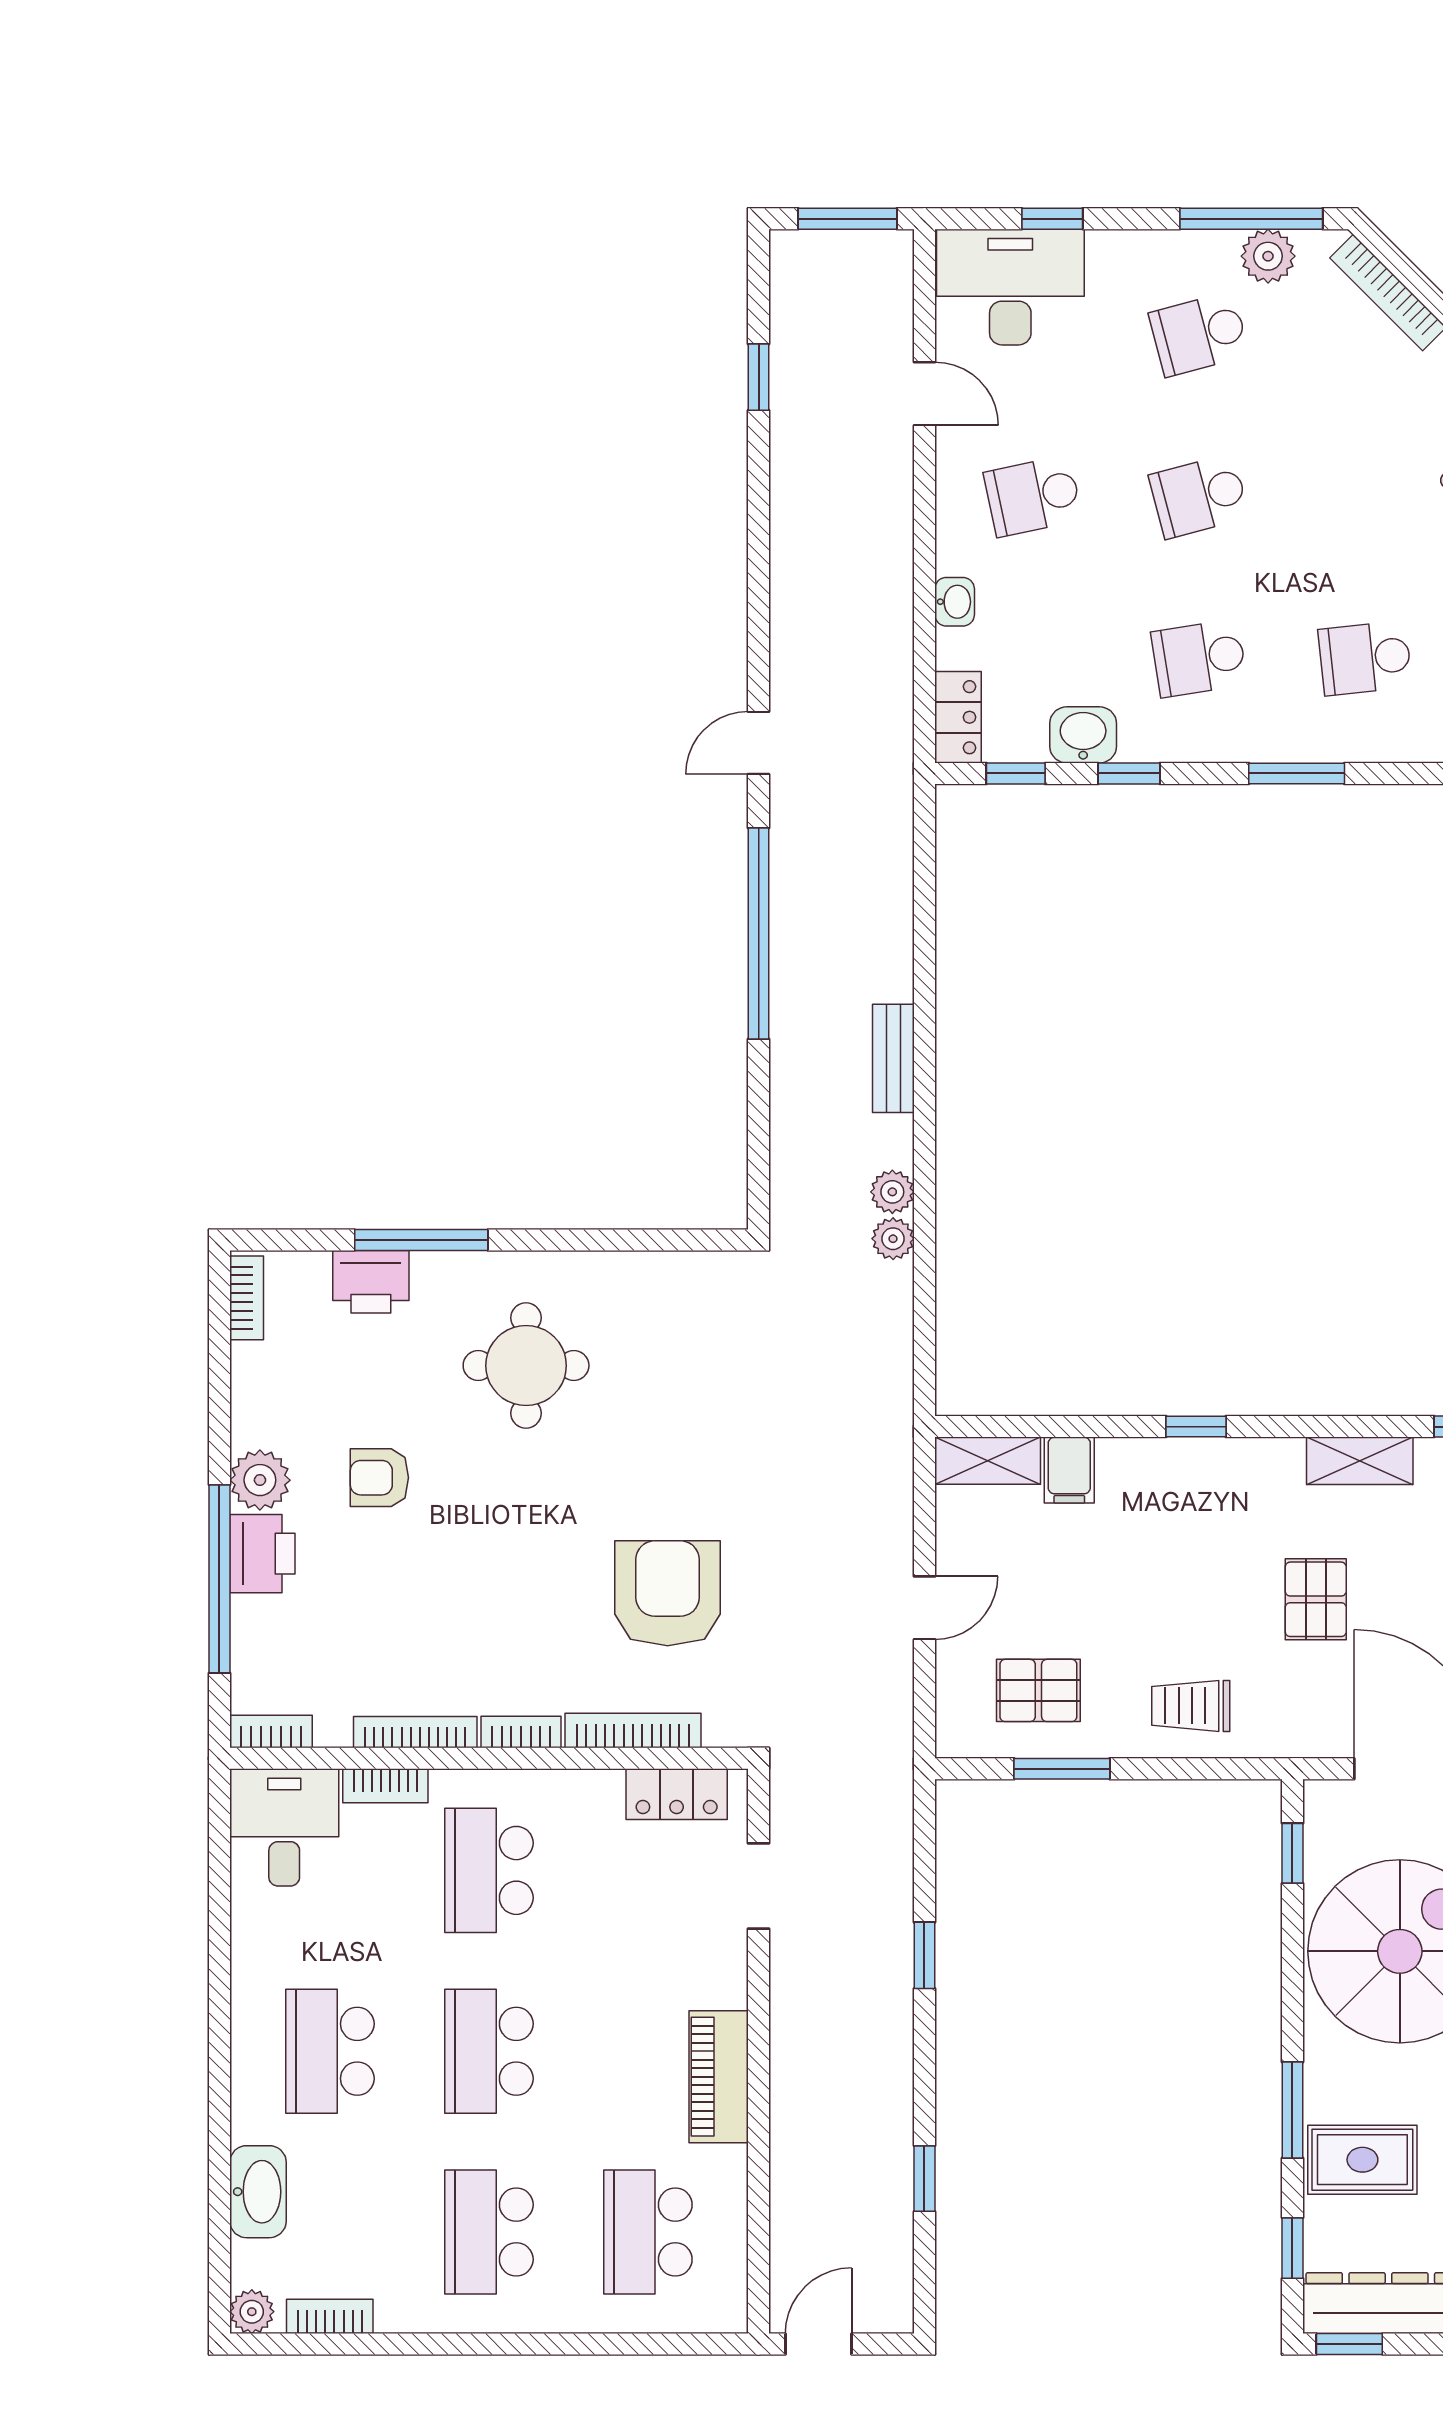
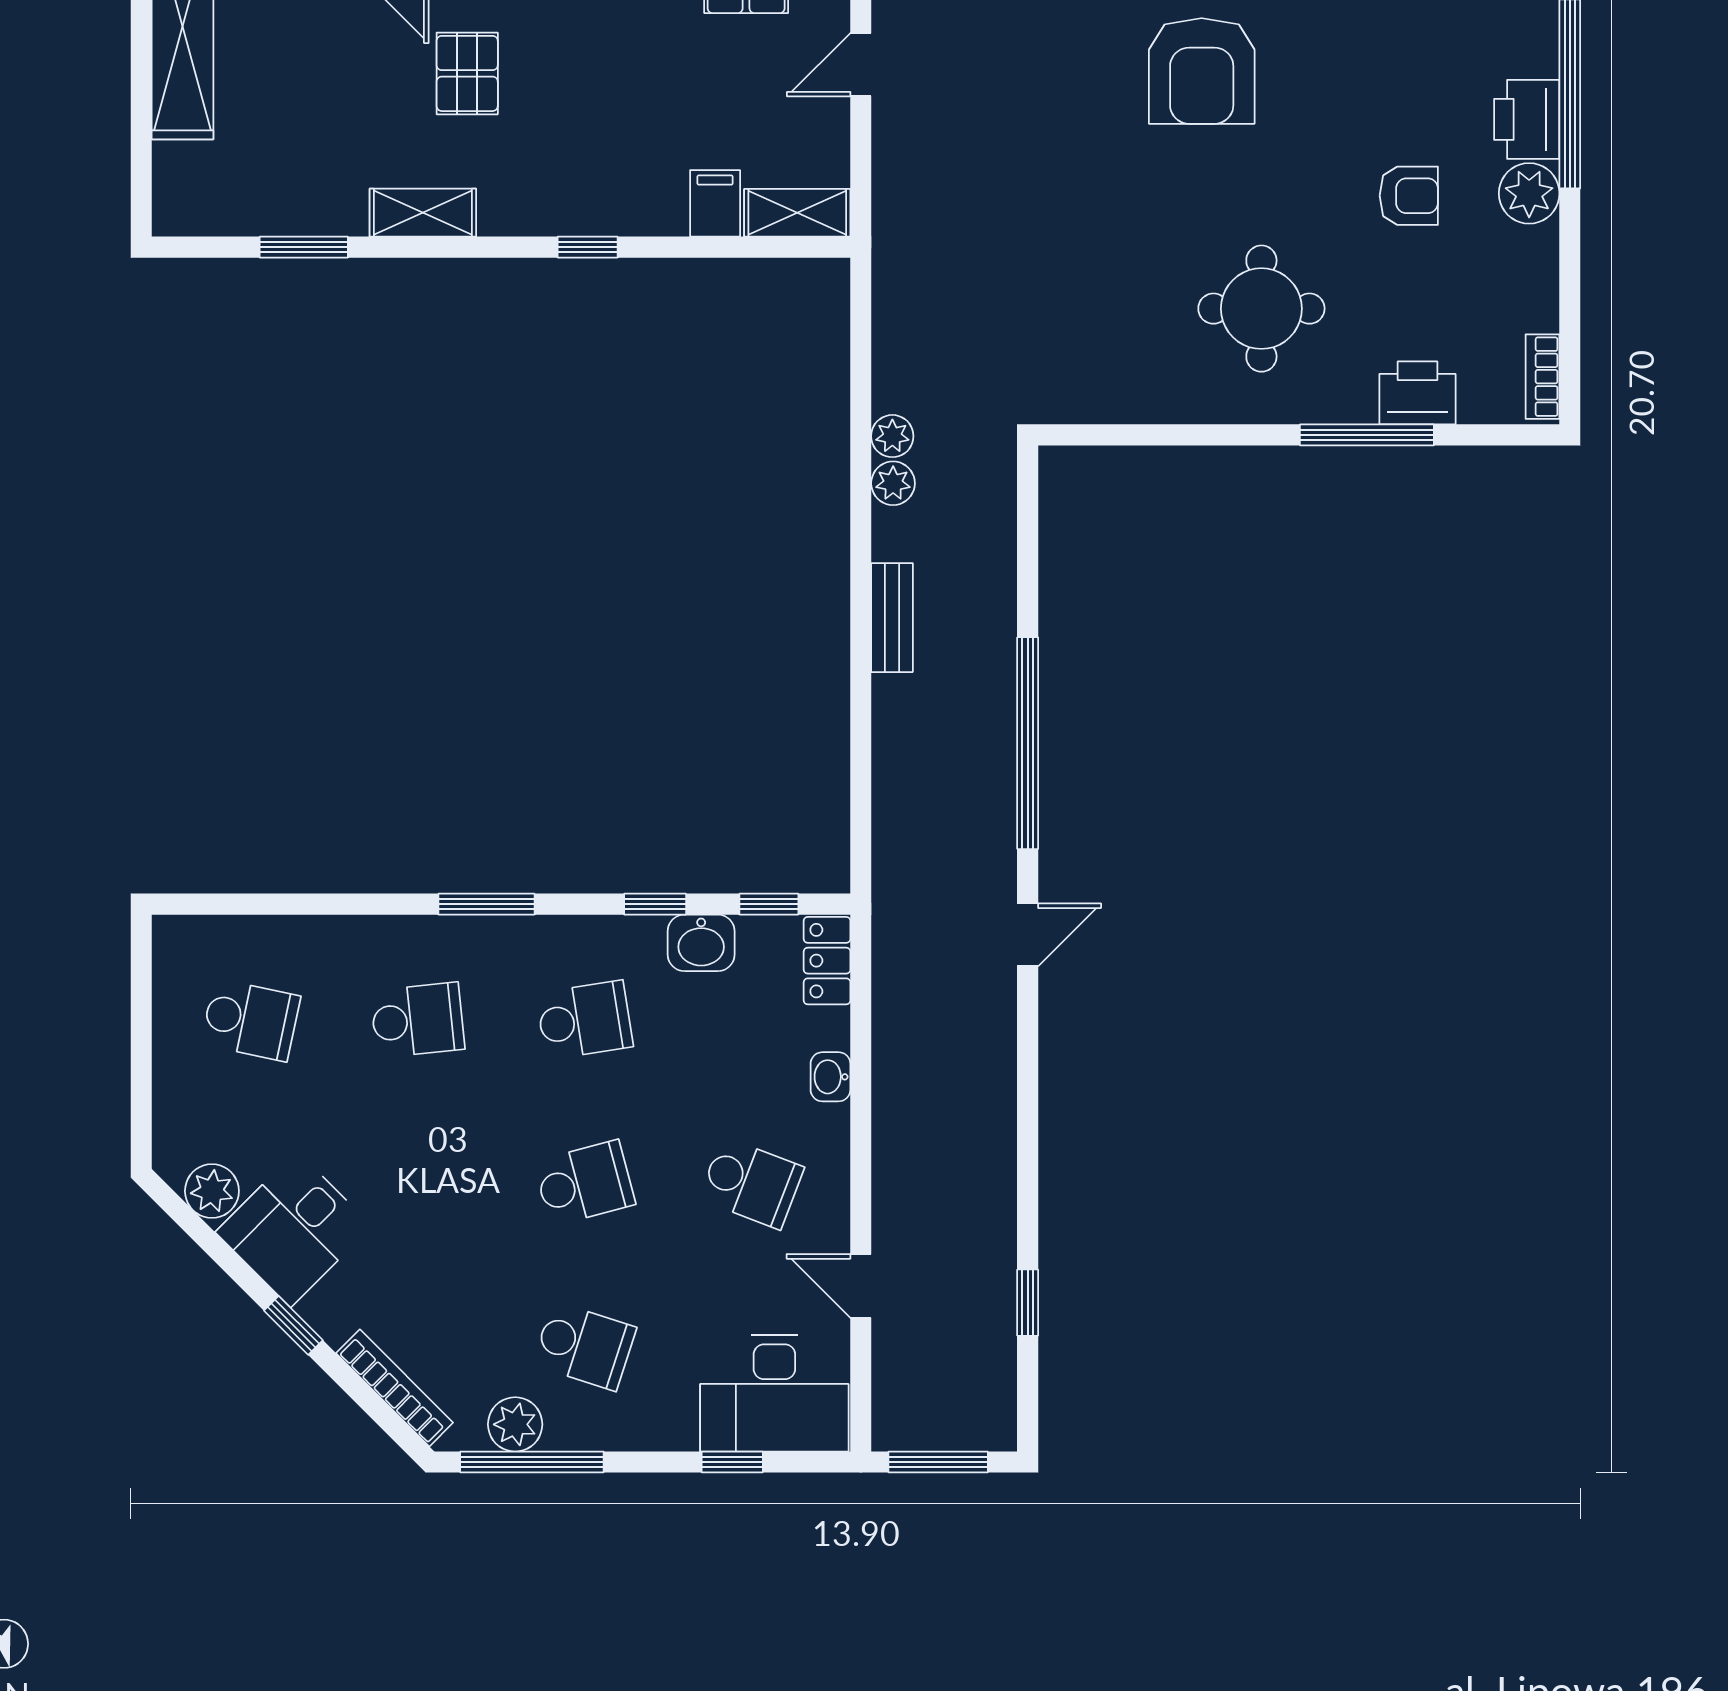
school desk: (1199, 334) -> (584, 1346), turned 33
school desk: (1033, 496) -> (751, 1183), turned 33
armchair: (668, 1593) -> (1202, 71), moved

